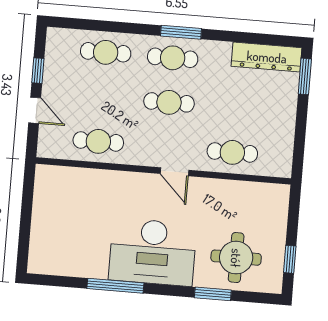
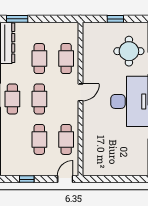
cafe table: (106, 52) -> (39, 139), moved
cafe table: (236, 108) -> (39, 59), added
door: (35, 110) -> (65, 179), moved
window: (290, 259) -> (115, 19), moved

